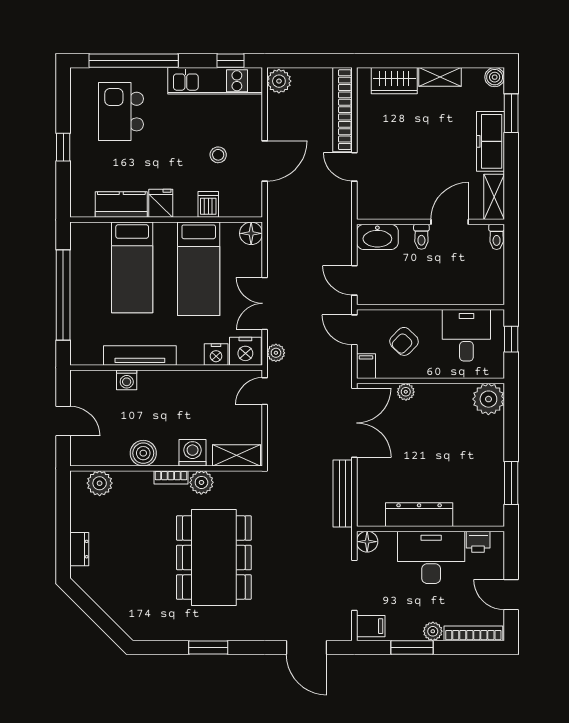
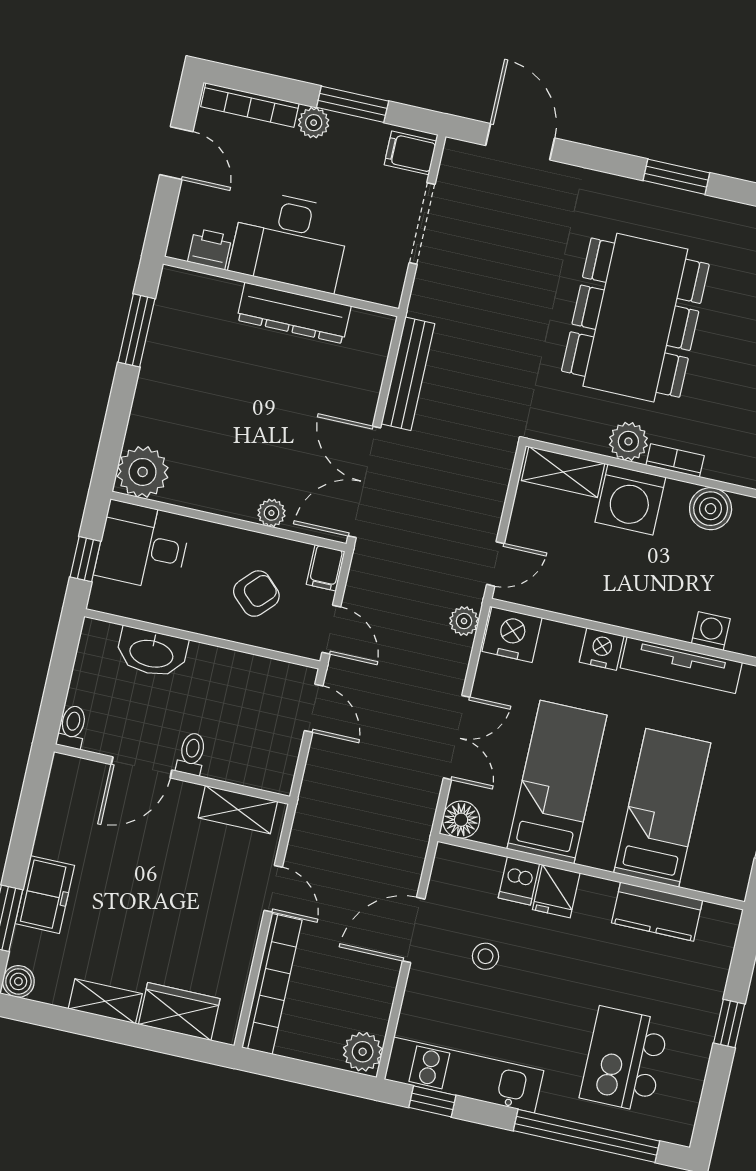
kitchen island: (121, 112) -> (625, 1059), turned 180
freezer: (490, 141) -> (45, 895), width x0.71
shelving: (494, 197) -> (238, 810), moved, turned 90
fridge: (161, 203) -> (556, 891), moved
washbasin: (377, 237) -> (152, 653), moved, turned 180
double door: (265, 303) -> (457, 738), moved
desk: (466, 335) -> (143, 546), moved, turned 90
nightstand: (216, 354) -> (602, 649), moved
washing machine: (193, 453) -> (630, 500), width x1.37, depth x1.37
floor lamp: (367, 542) -> (386, 288), removed

